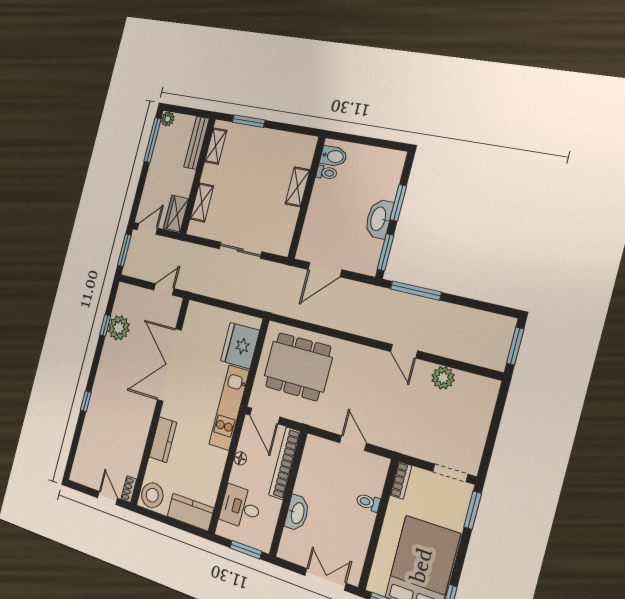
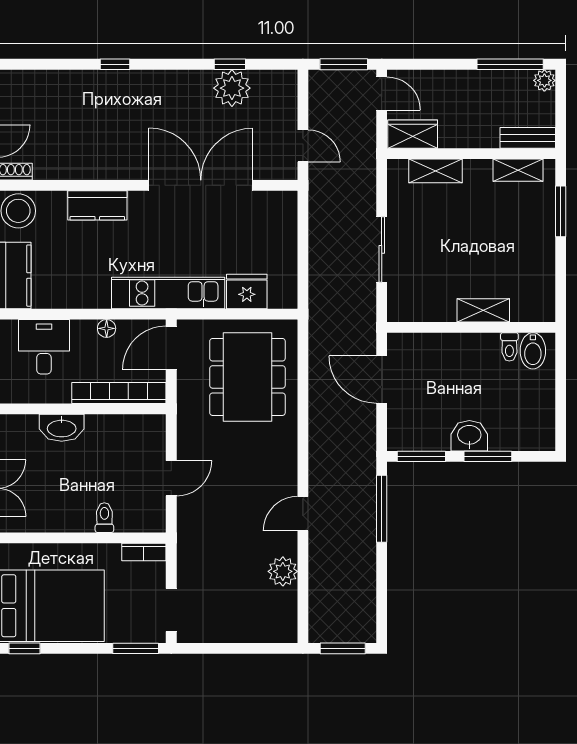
bench: (196, 143) -> (528, 138), width x0.73
washbasin: (379, 219) -> (469, 436), width x0.72
fridge: (240, 346) -> (247, 292), width x0.73, depth x0.75

